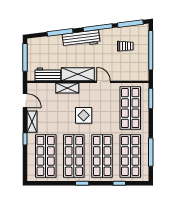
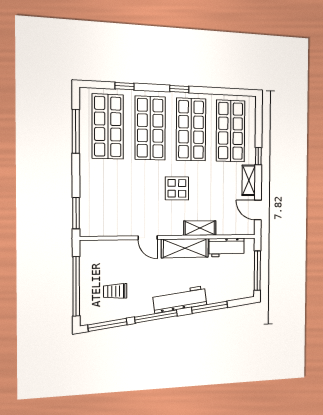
shop shelf: (130, 108) -> (108, 199), removed

